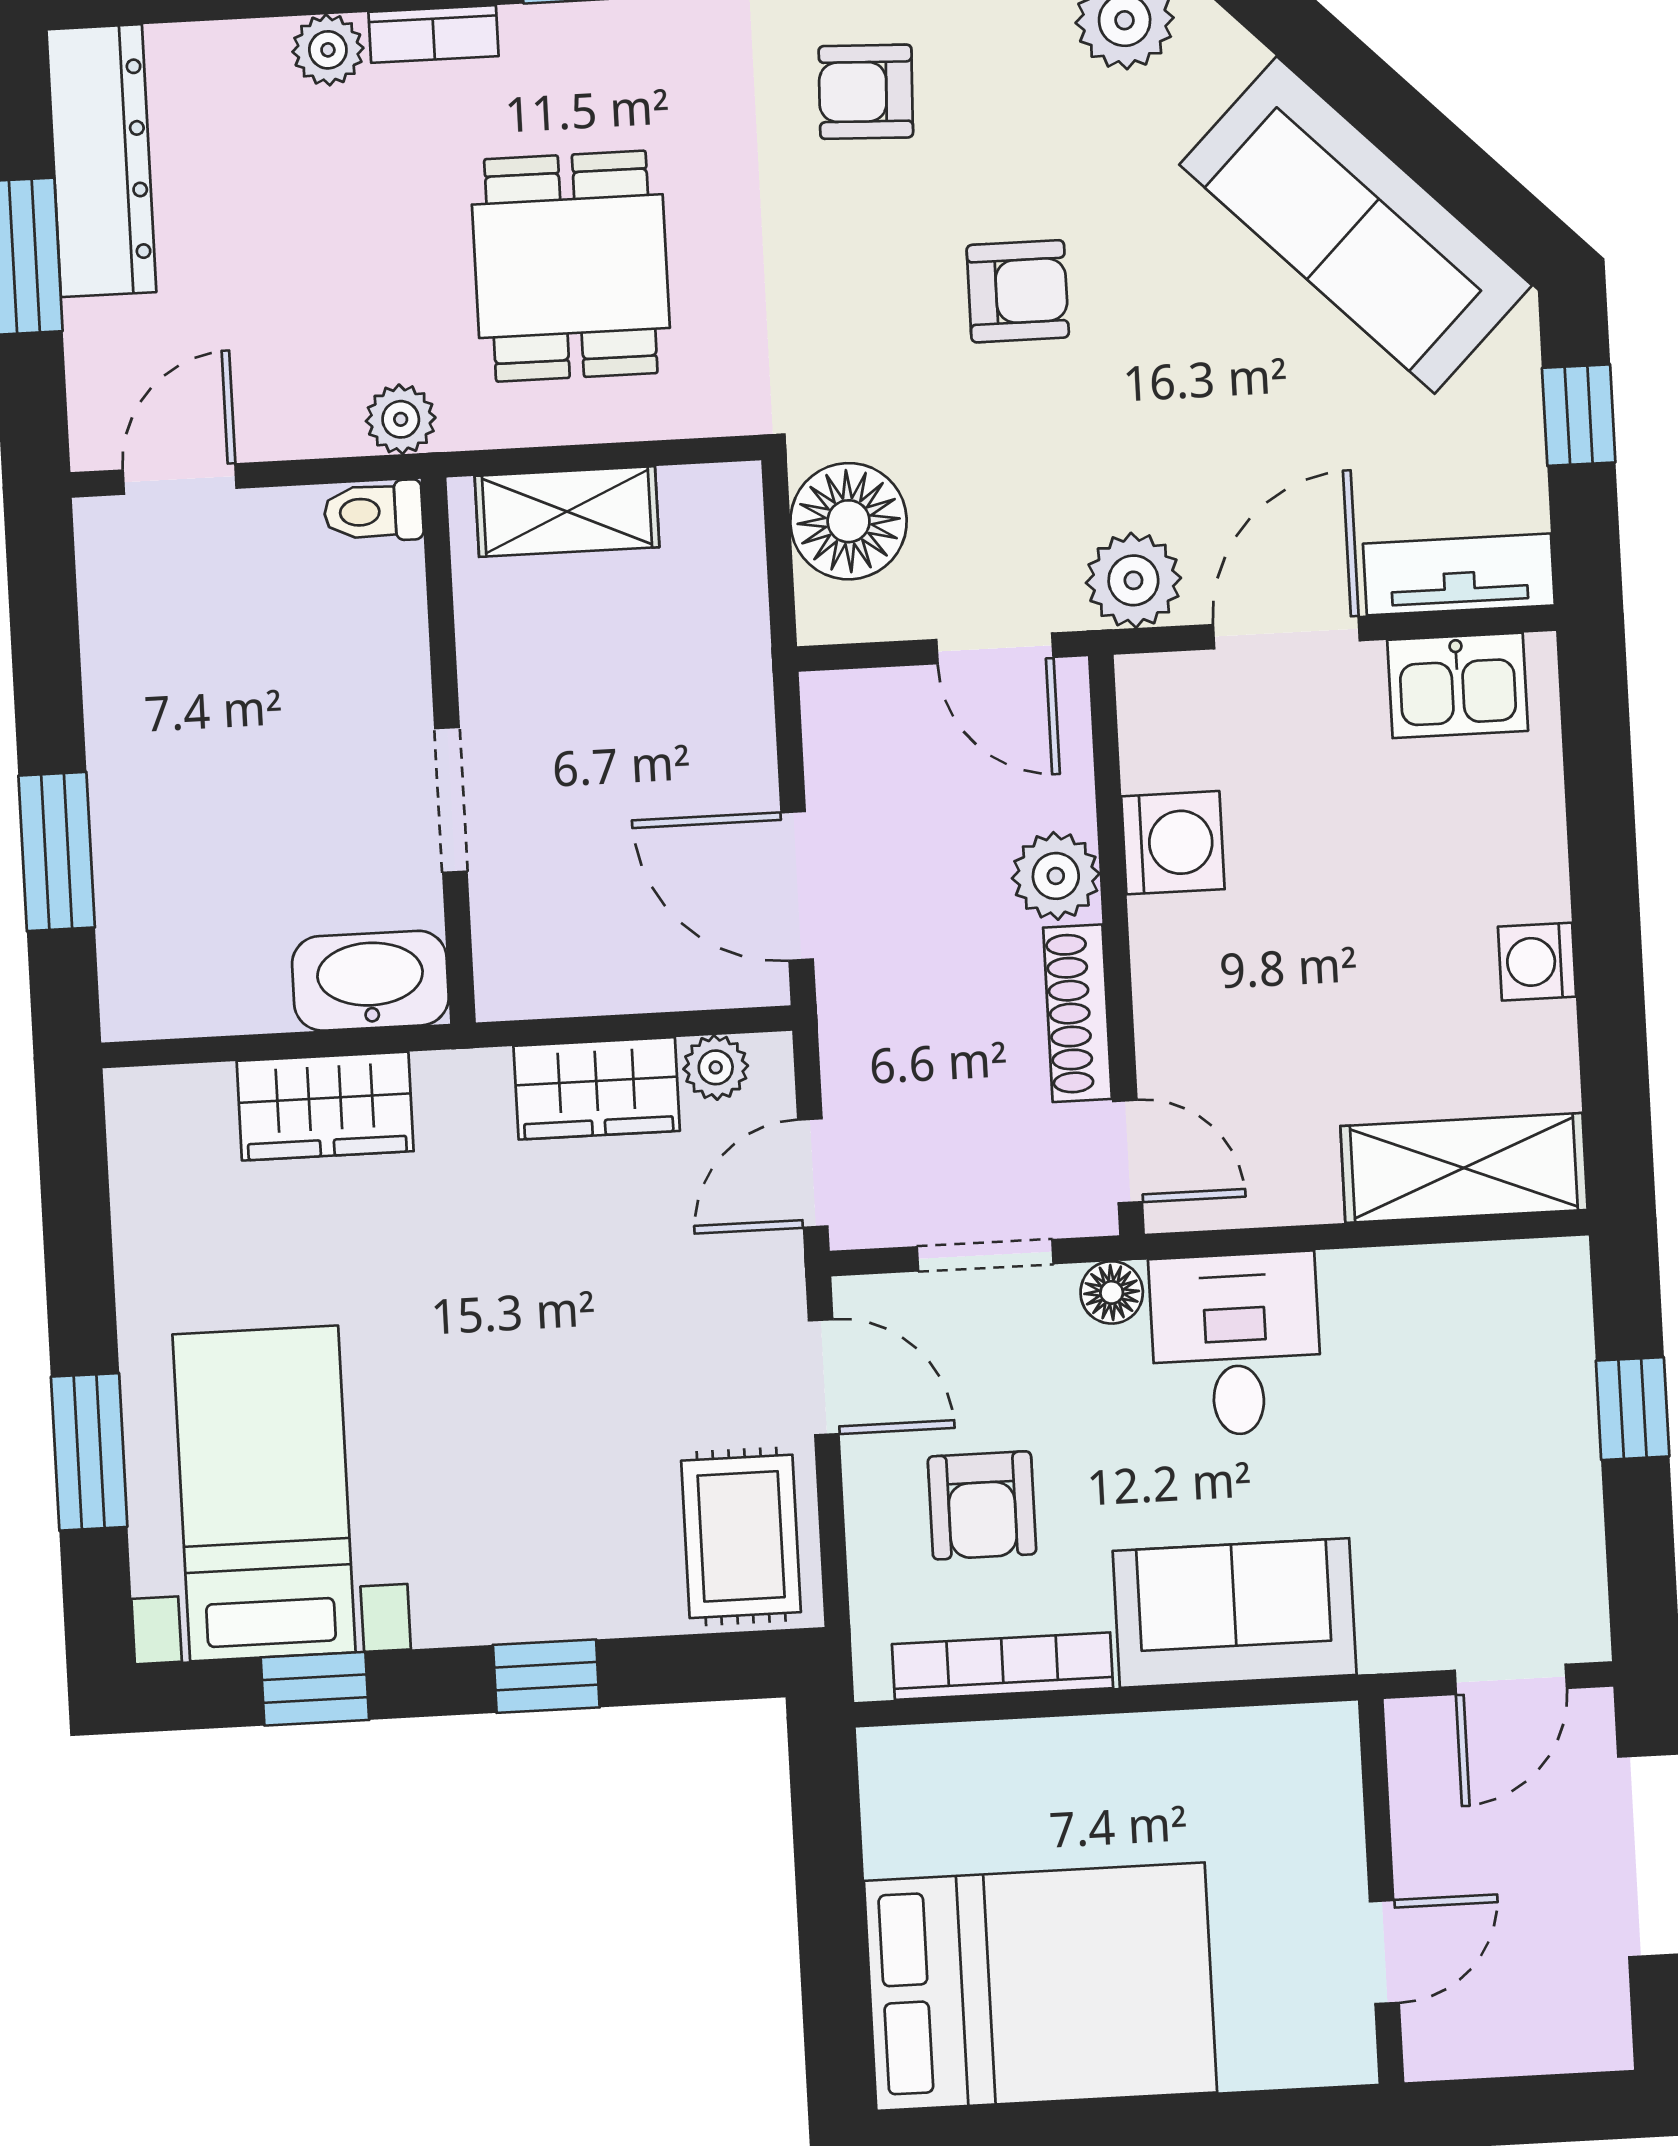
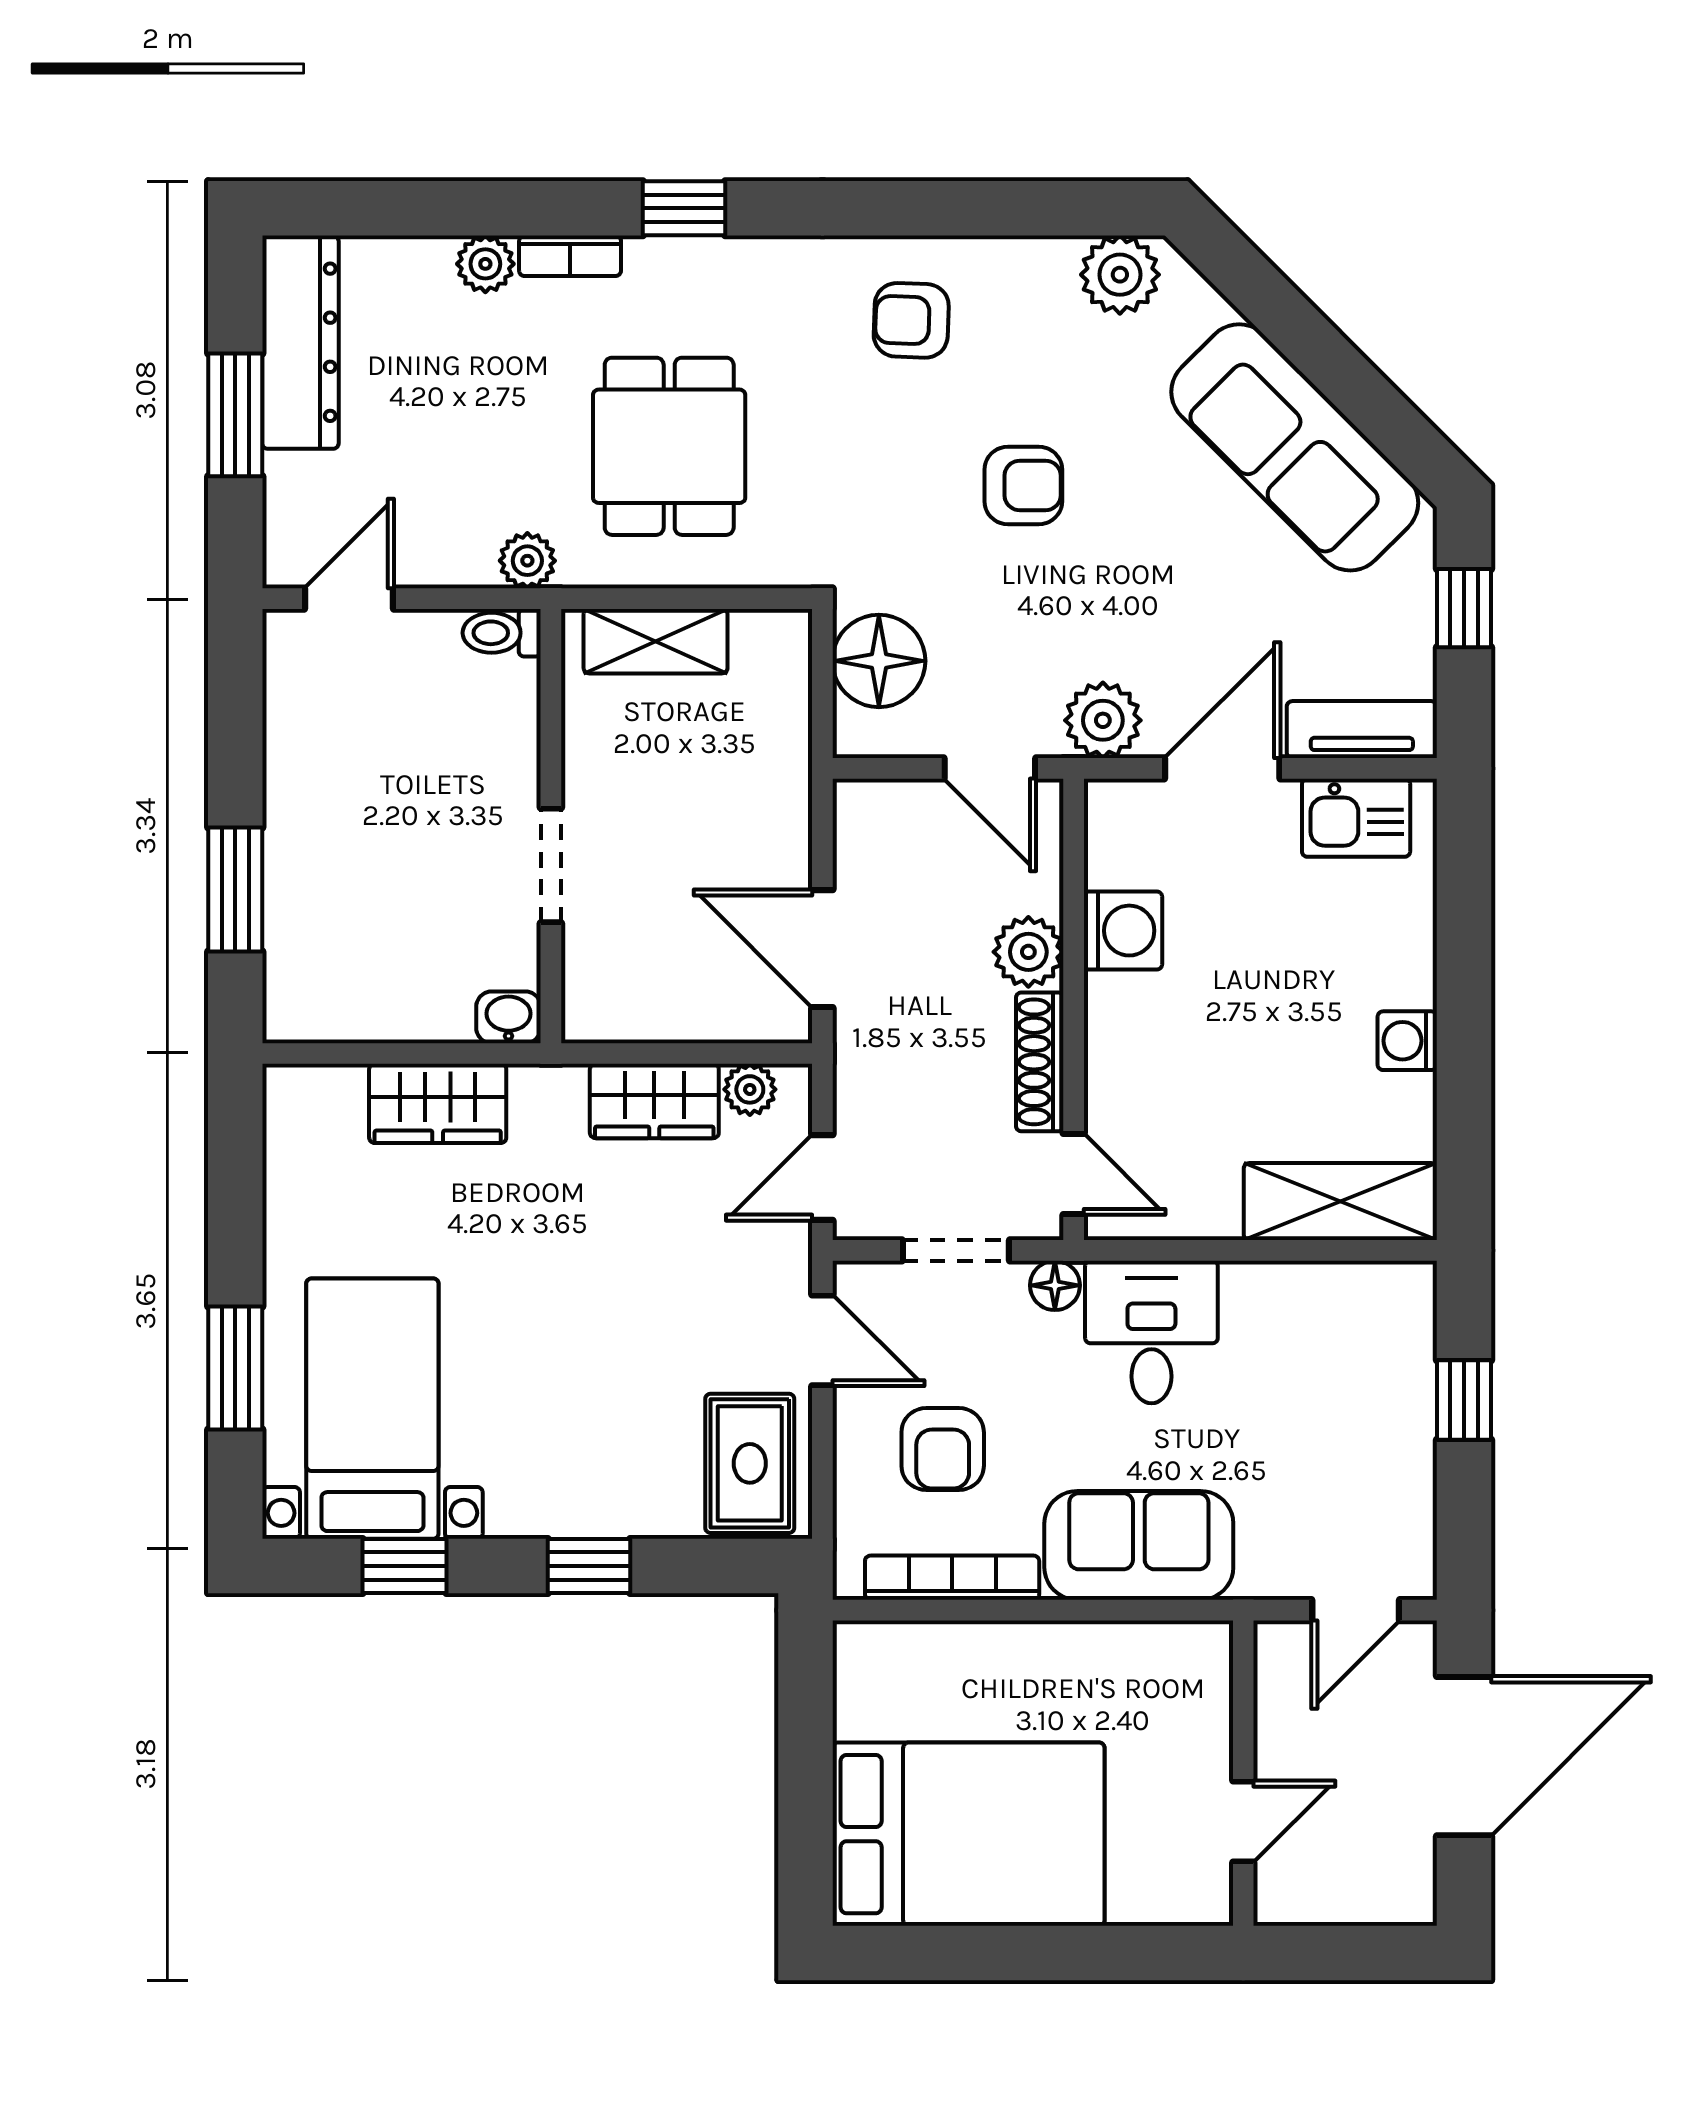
washbasin: (370, 981) -> (508, 1017), width x0.52, depth x0.69

